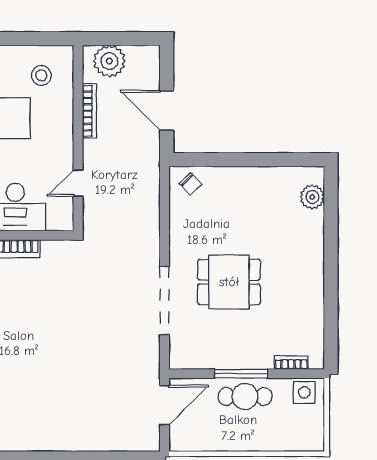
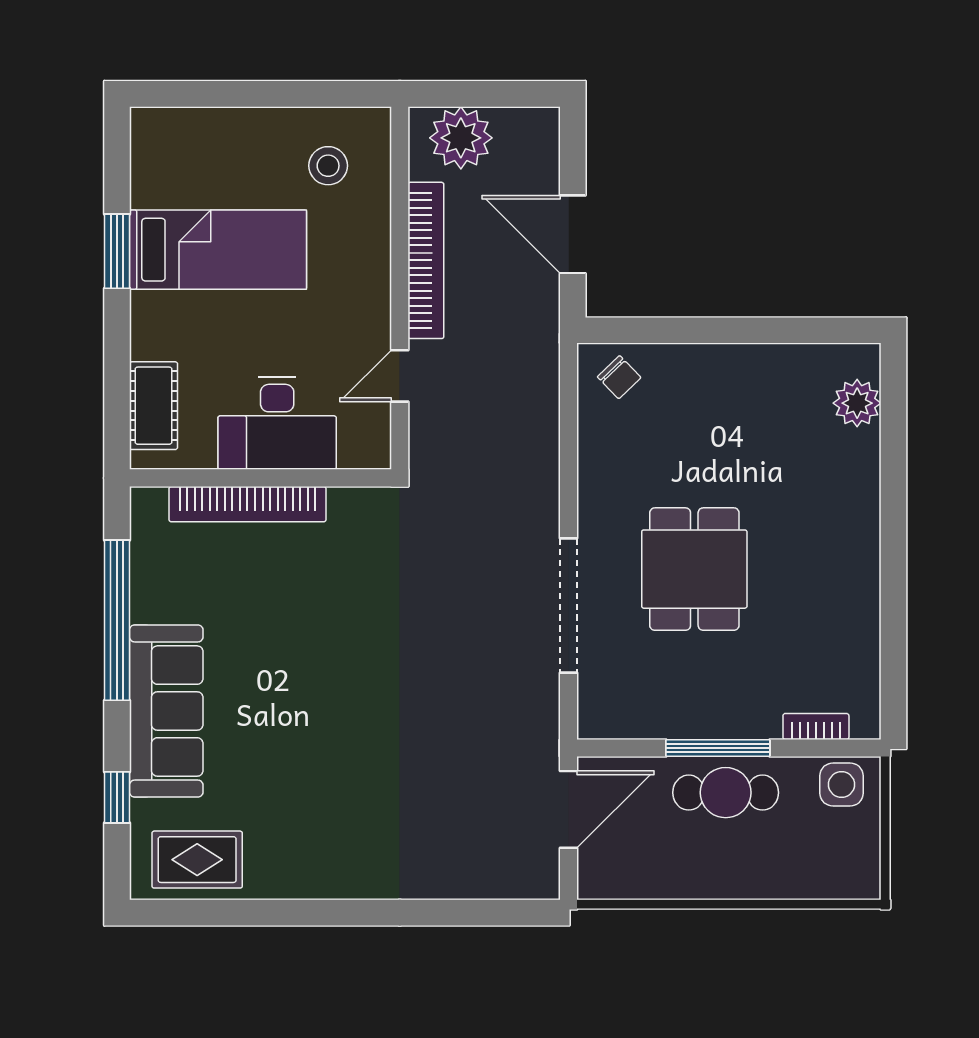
bookcase: (89, 111) -> (426, 260), width x1.48, depth x1.31
dining table: (229, 282) -> (694, 569), turned 90

